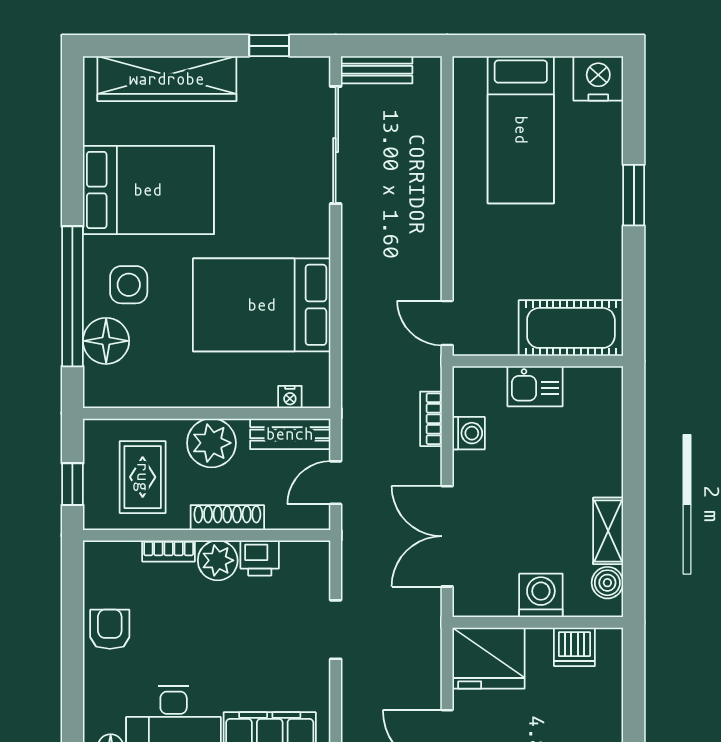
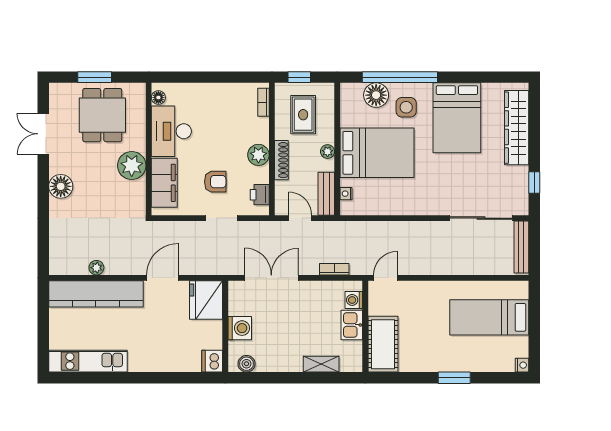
bench: (377, 70) -> (521, 247), width x1.36
nightstand: (598, 78) -> (522, 365), width x0.53, depth x0.56
bed: (262, 305) -> (377, 153), moved, turned 90
washing machine: (469, 433) -> (354, 300), moved, turned 90
plant: (211, 443) -> (328, 152), width x0.53, depth x0.53
rug: (143, 477) -> (303, 115), turned 90
shelving: (608, 531) -> (321, 364), moved
bookcase: (169, 551) -> (263, 102), moved
printer: (260, 558) -> (260, 195), moved
armchair: (110, 629) -> (215, 182), moved
dishwasher: (574, 647) -> (212, 361), moved

